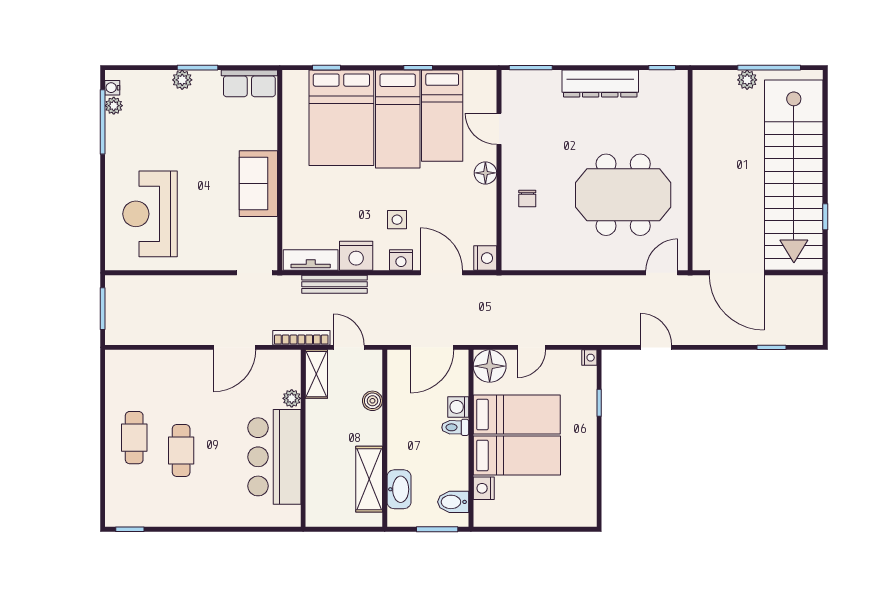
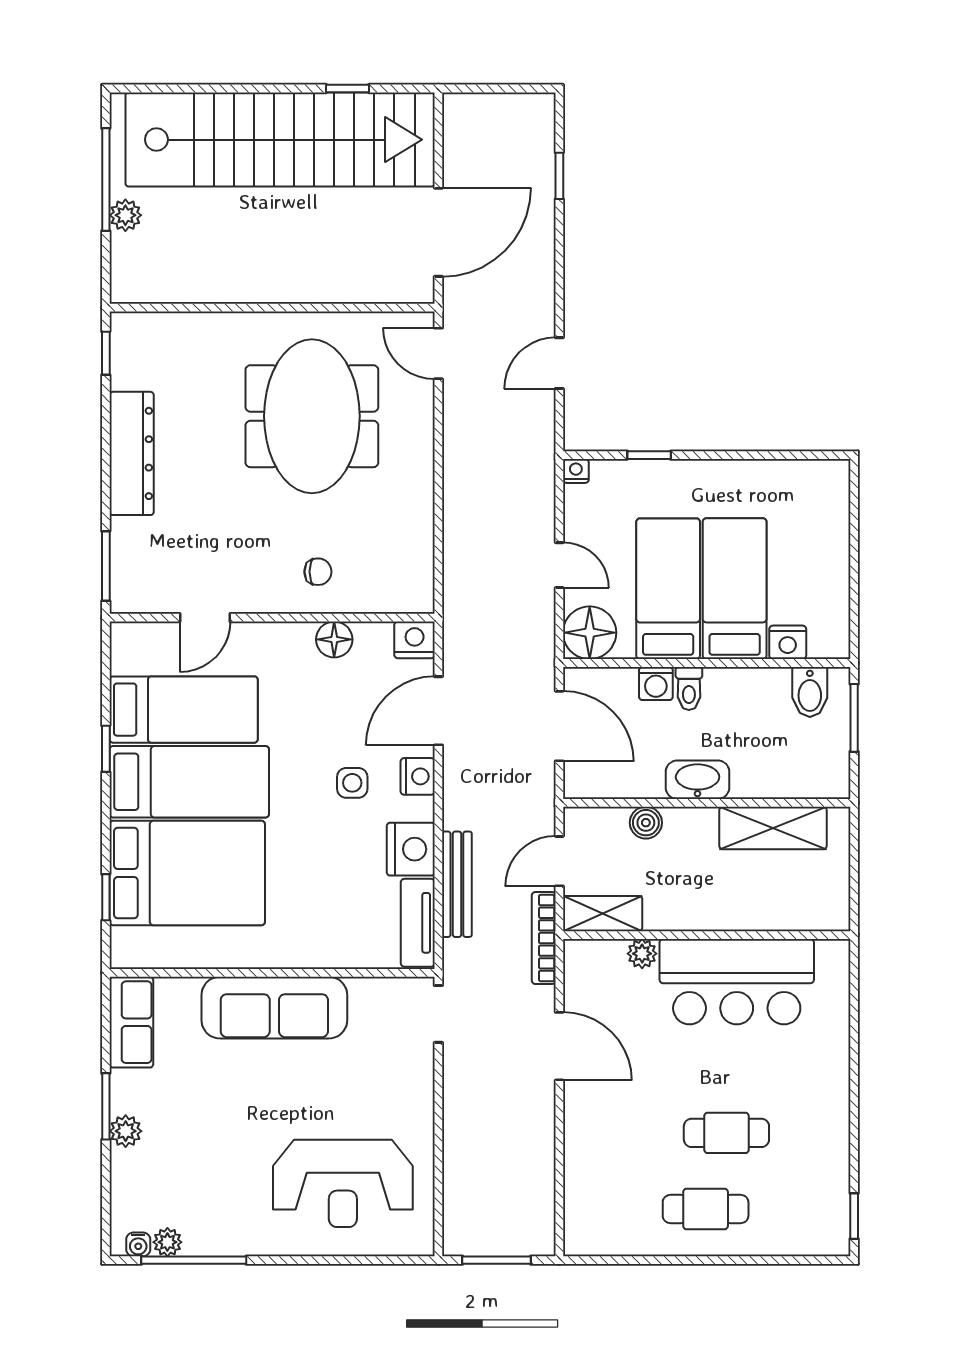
floor lamp: (485, 173) -> (334, 639), moved
sofa: (258, 184) -> (274, 1008), width x1.36
washbasin: (399, 489) -> (698, 780), moved

